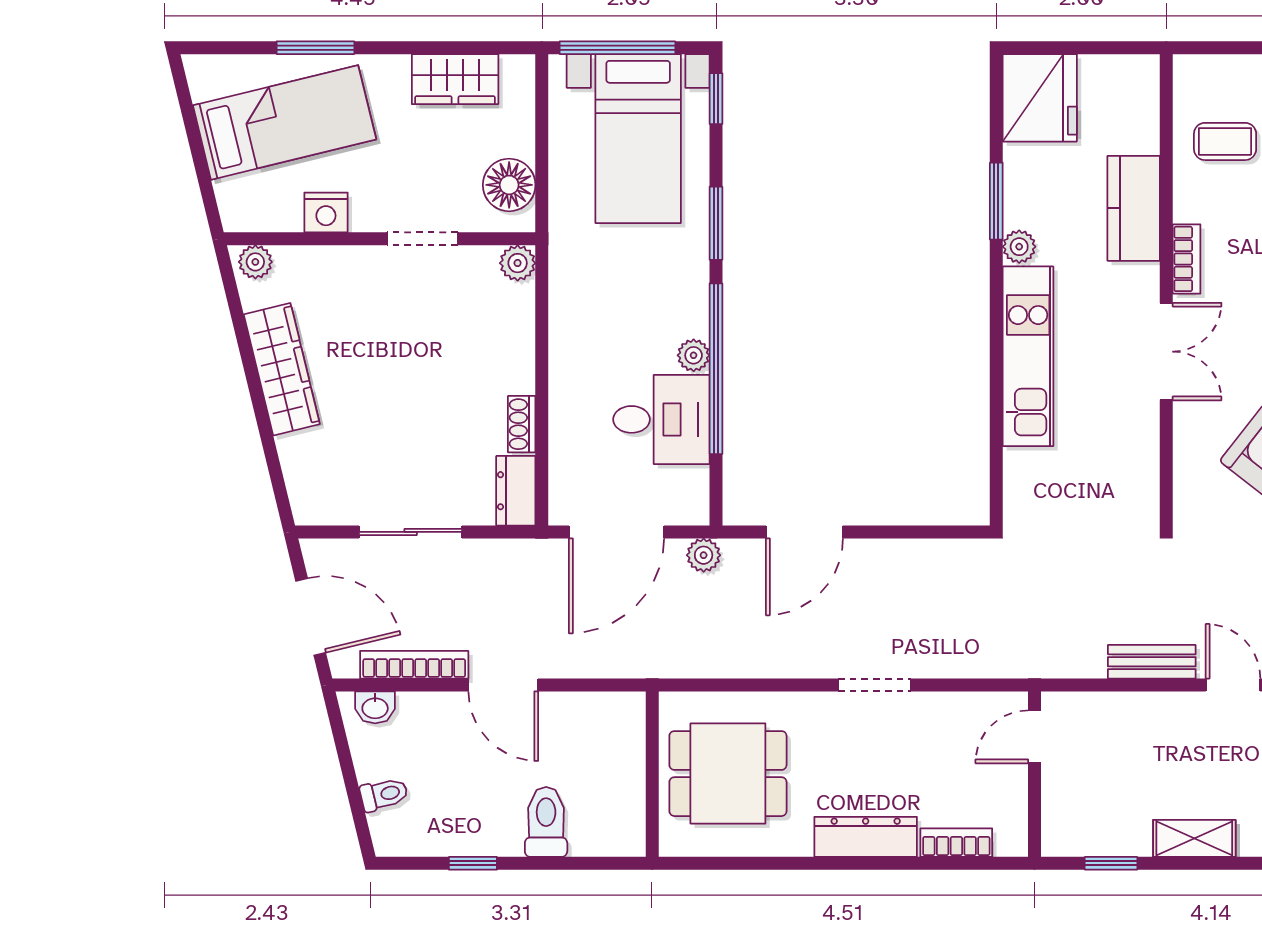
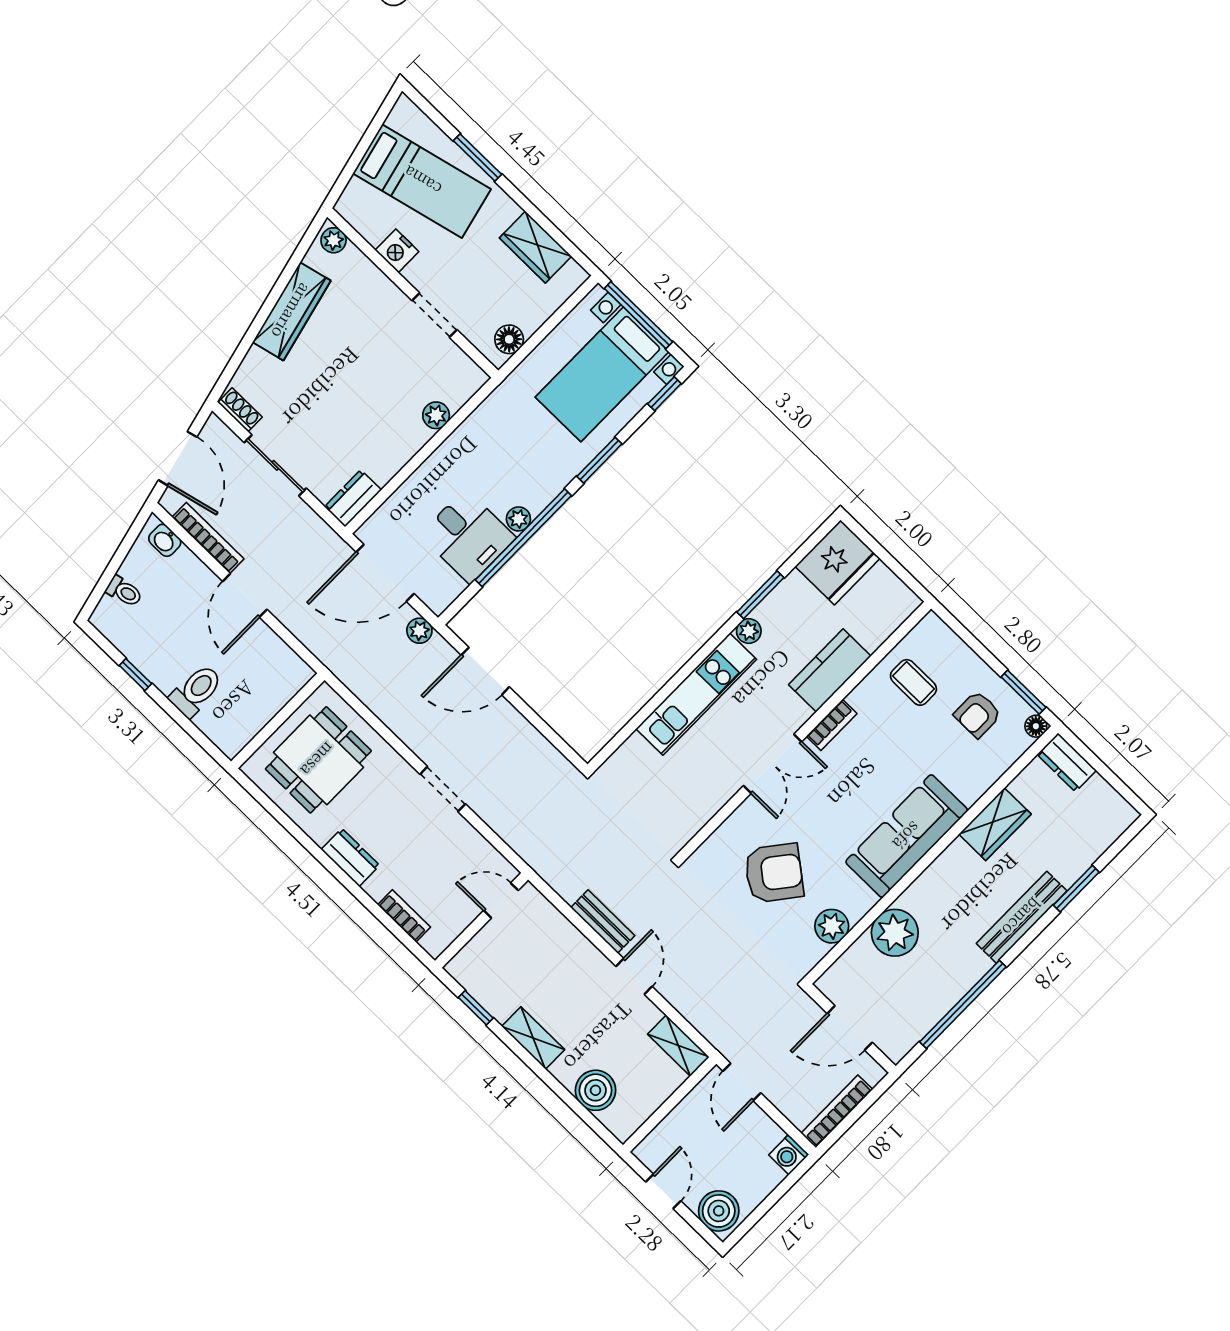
floor lamp: (509, 185) -> (509, 339), width x0.73, depth x0.73
plant: (518, 263) -> (436, 415), moved
shoe rack: (522, 424) -> (240, 410), moved, turned 90
dining table: (728, 774) -> (318, 760), turned 90
dresser: (866, 837) -> (350, 857), width x0.70

